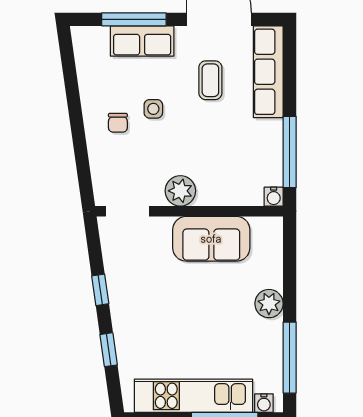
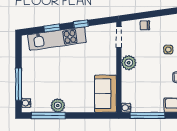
chair: (118, 123) -> (145, 25), moved
sofa: (211, 239) -> (106, 94), moved
plant: (269, 304) -> (58, 105), moved
kitchen unit: (193, 396) -> (57, 39), moved, turned 82

